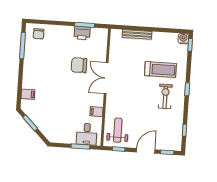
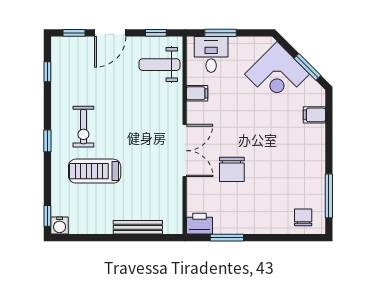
printer: (82, 33) -> (200, 224), moved
chair: (79, 65) -> (232, 169), turned 90
corner desk: (48, 120) -> (277, 74), added
weight bench: (118, 130) -> (159, 65), turned 90

